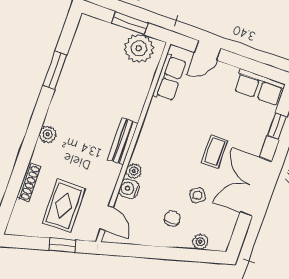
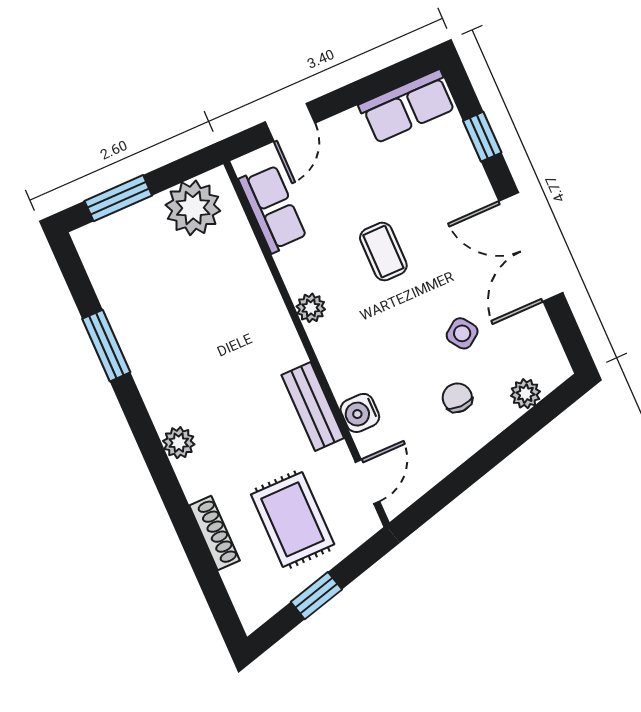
window: (130, 23) -> (118, 198), moved
bench: (123, 141) -> (313, 406), moved
coffee table: (215, 152) -> (383, 252), moved
plant: (134, 171) -> (311, 308), moved
door: (107, 218) -> (367, 482), hinge flipped
window: (62, 245) -> (316, 596), moved

